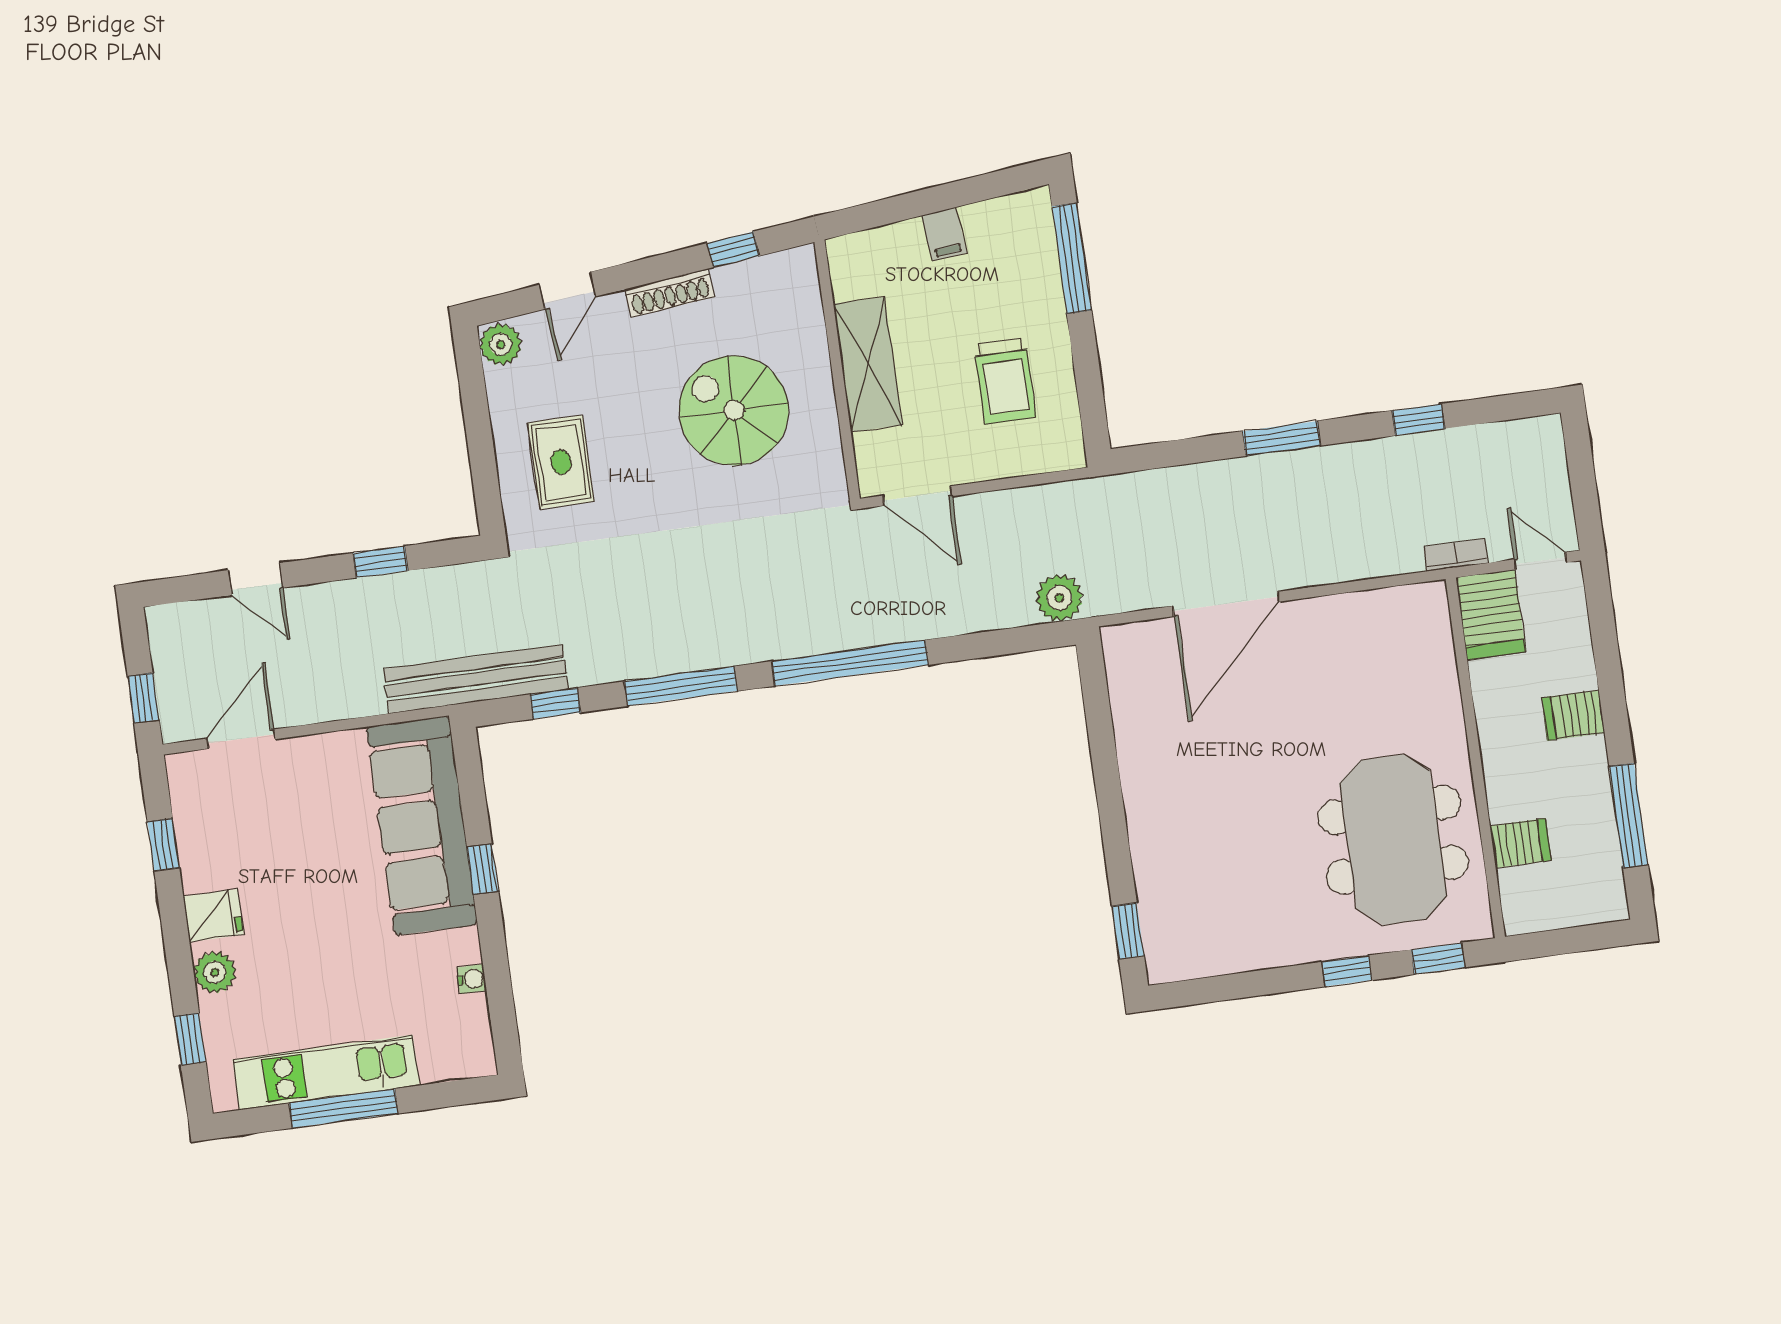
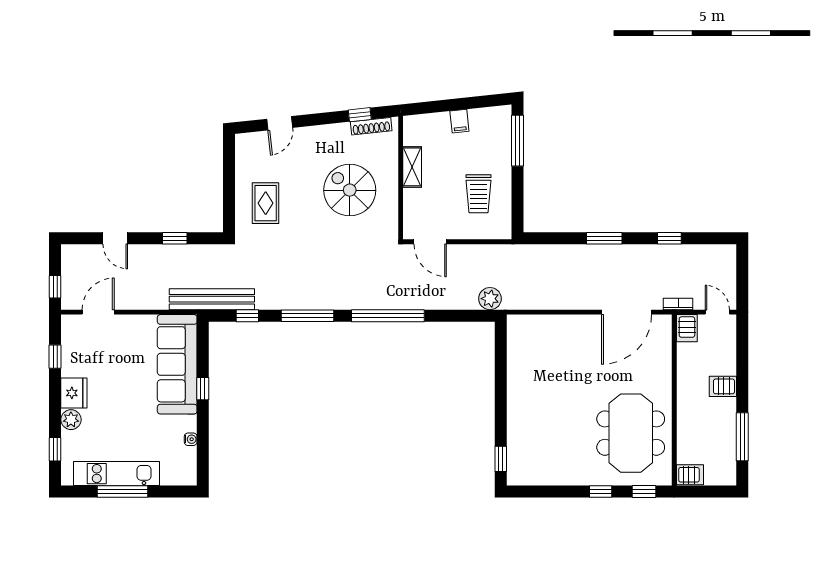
shoe rack: (670, 293) -> (371, 126), moved
plant: (501, 344) -> (245, 144), removed
shelving: (868, 365) -> (412, 167), width x0.67, depth x0.75
door: (1226, 604) -> (626, 312), moved
server rack: (1491, 615) -> (687, 328), width x0.73, depth x0.70
server rack: (1521, 843) -> (690, 475), moved
fridge: (213, 915) -> (74, 393), width x1.38

